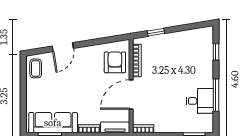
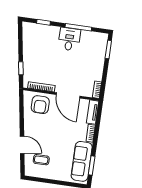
armchair: (115, 62) -> (40, 105), turned -90
coffee table: (36, 68) -> (41, 160), moved
desk: (200, 101) -> (69, 39), moved

